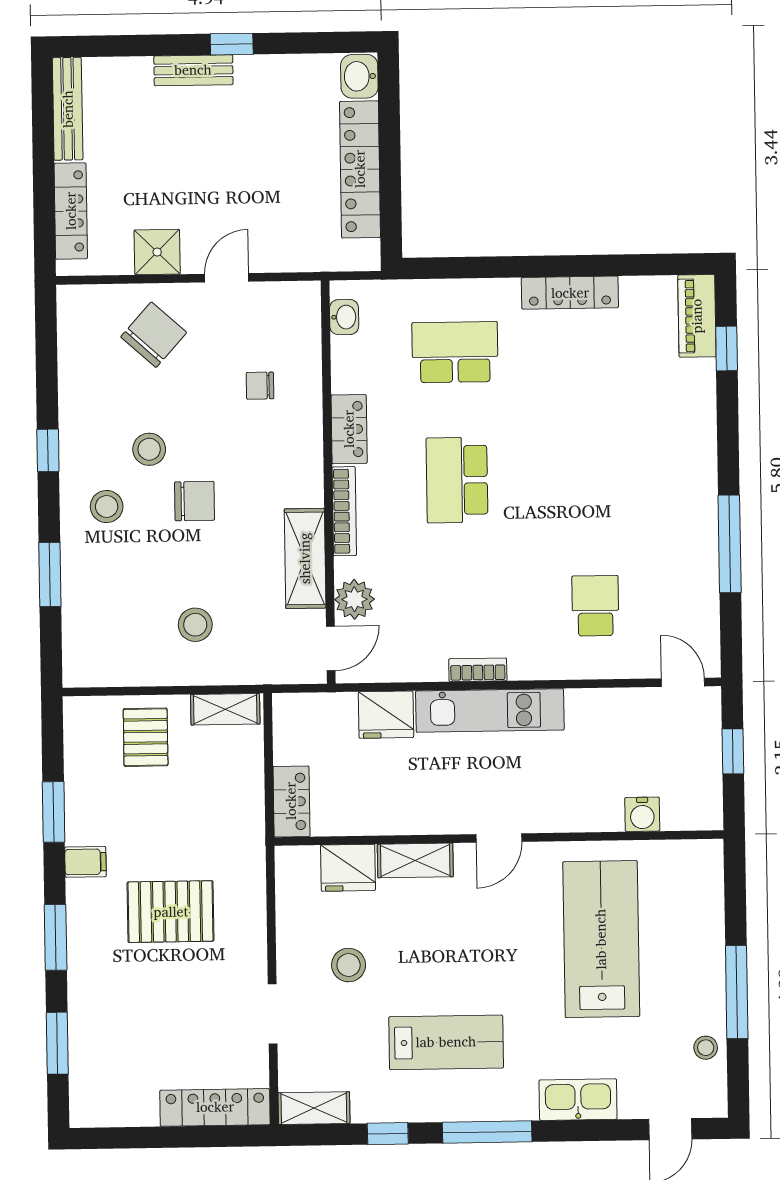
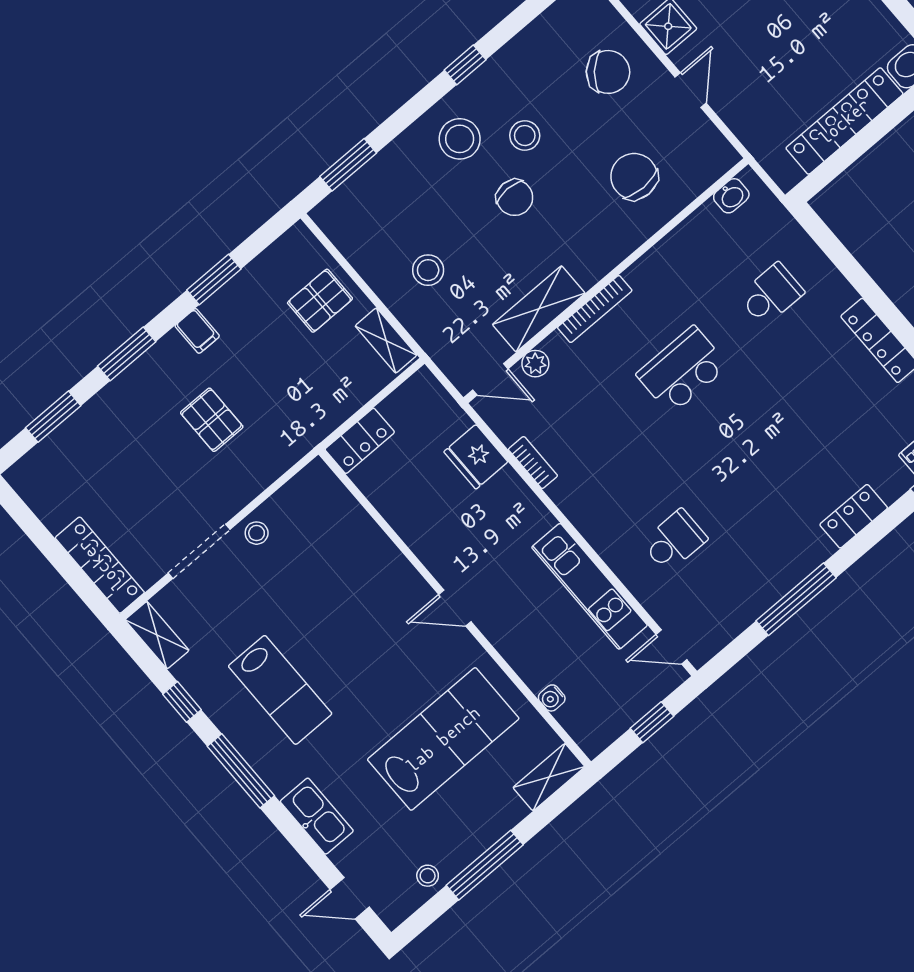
door: (227, 278) -> (691, 90), hinge flipped
school desk: (455, 352) -> (771, 294), width x0.54
chair: (260, 386) -> (634, 176), width x1.87, depth x1.87
locker: (349, 429) -> (854, 516), moved, turned 180
stool: (107, 507) -> (460, 139), width x1.38, depth x1.38
window: (50, 574) -> (348, 165), moved
plant: (354, 599) -> (535, 364), width x0.73, depth x0.73
bookcase: (478, 670) -> (533, 463), moved
door: (683, 682) -> (671, 647), swing flipped
kitchen unit: (490, 710) -> (590, 586), moved
water cooler: (642, 814) -> (552, 698), width x0.72, depth x0.72
shelving: (415, 860) -> (549, 777), moved, turned 90
fridge: (348, 868) -> (346, 519), removed
pallet: (171, 912) -> (212, 420), width x0.67, depth x0.71
stool: (349, 965) -> (257, 533), moved, width x0.73, depth x0.73
doorway: (273, 1014) -> (199, 551), width x1.38

